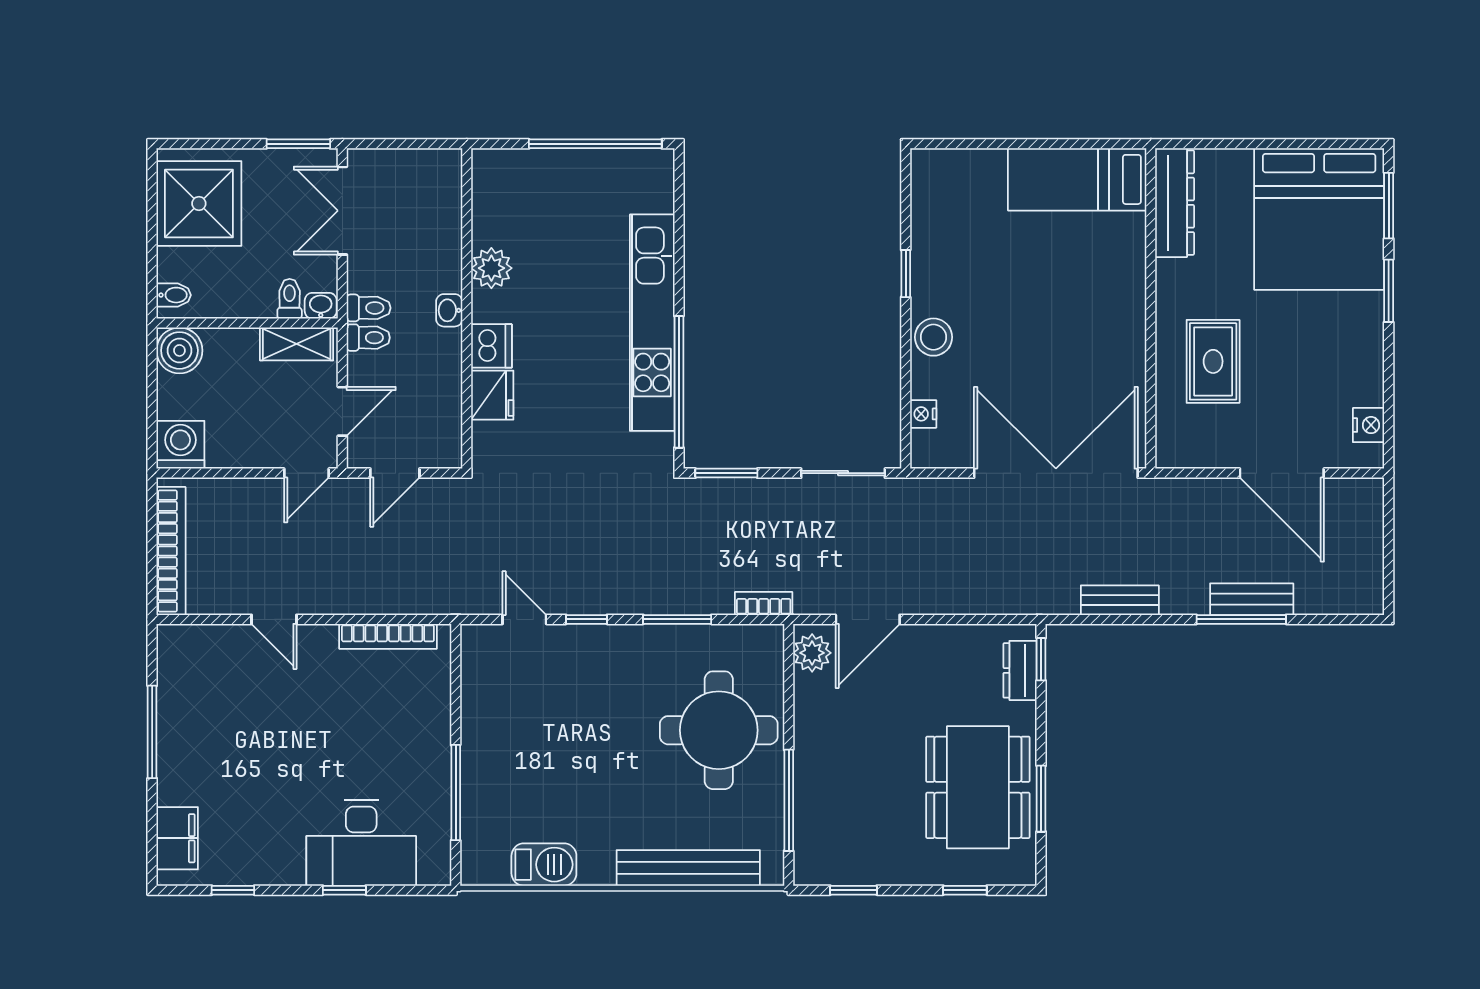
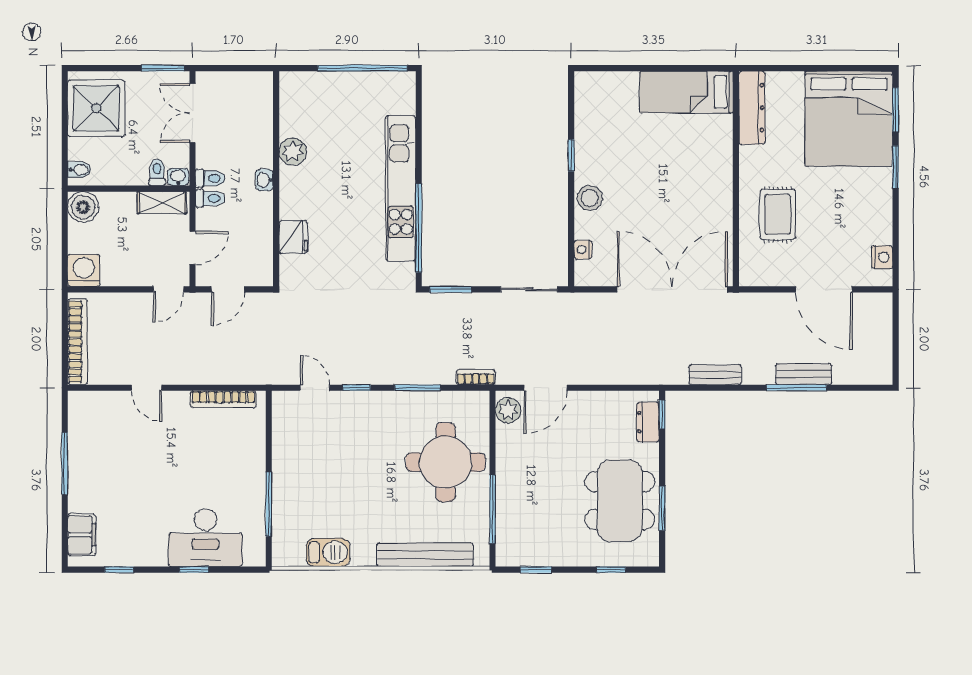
dishwasher: (491, 346) -> (293, 204), removed

